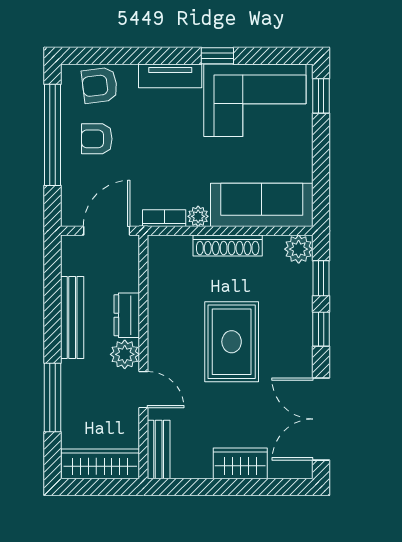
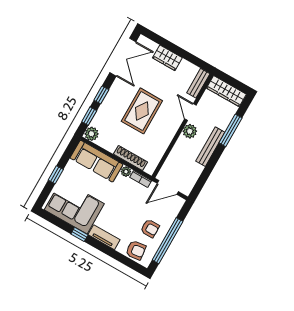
window: (321, 96) -> (56, 175), moved
shoe rack: (228, 245) -> (131, 158), moved
dresser: (127, 315) -> (180, 147), removed
bench: (72, 318) -> (210, 147), moved

